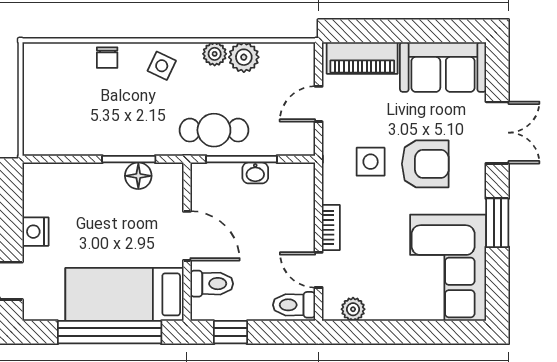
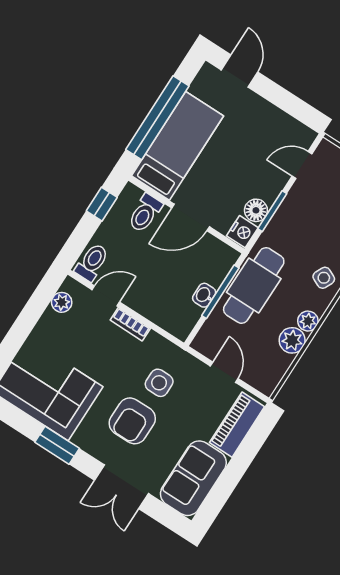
cafe table: (214, 130) -> (254, 285), width x1.37, depth x1.35
door: (64, 159) -> (302, 165), added
nightstand: (35, 232) -> (242, 232), moved, turned 90

